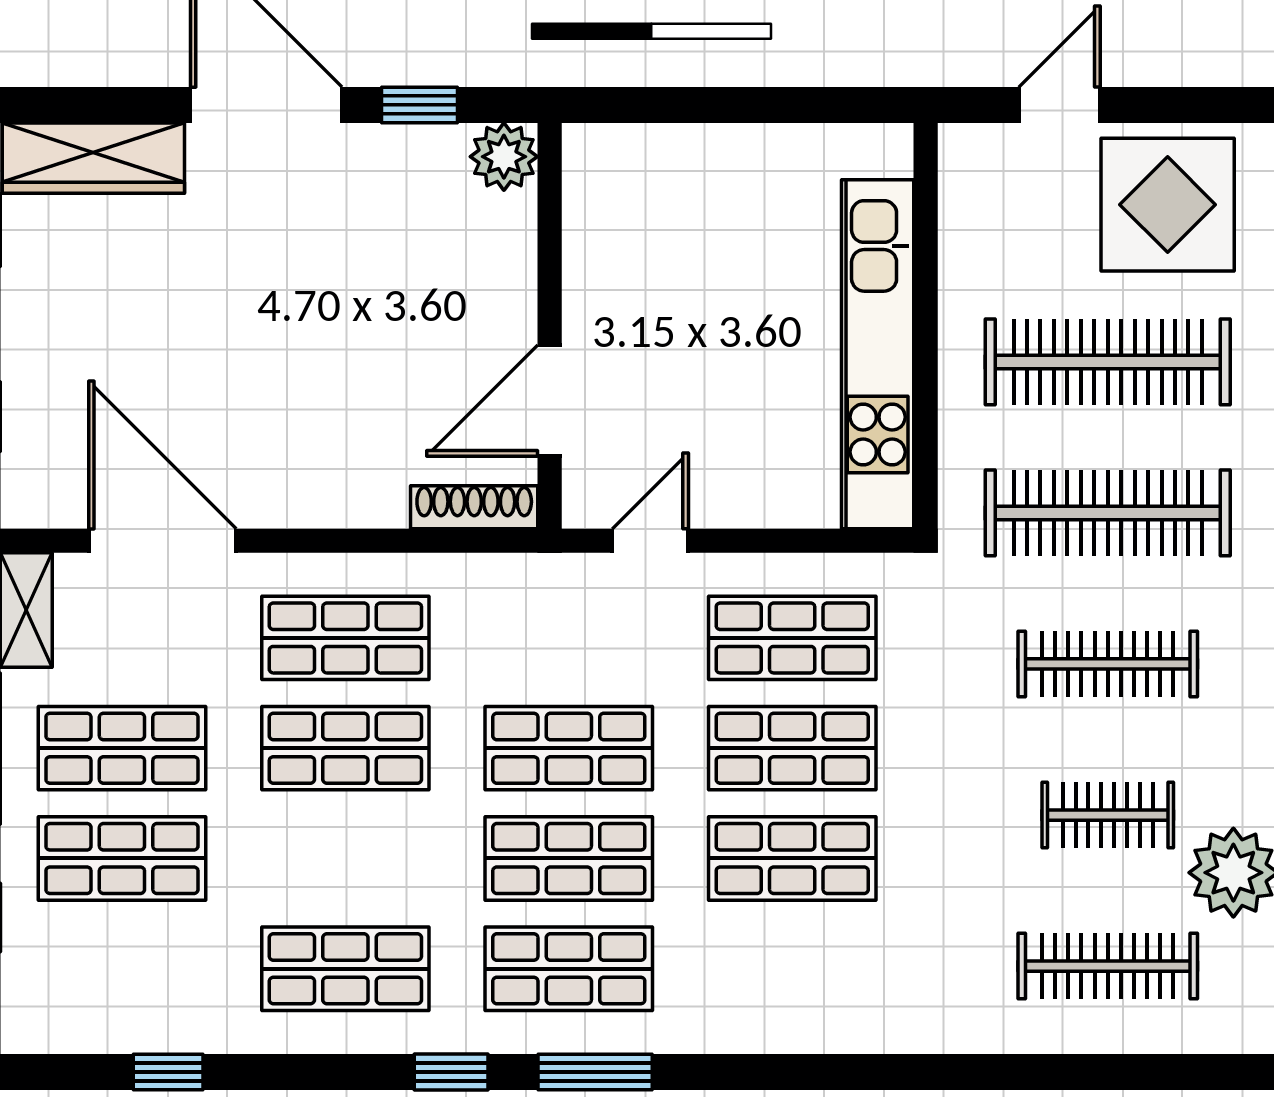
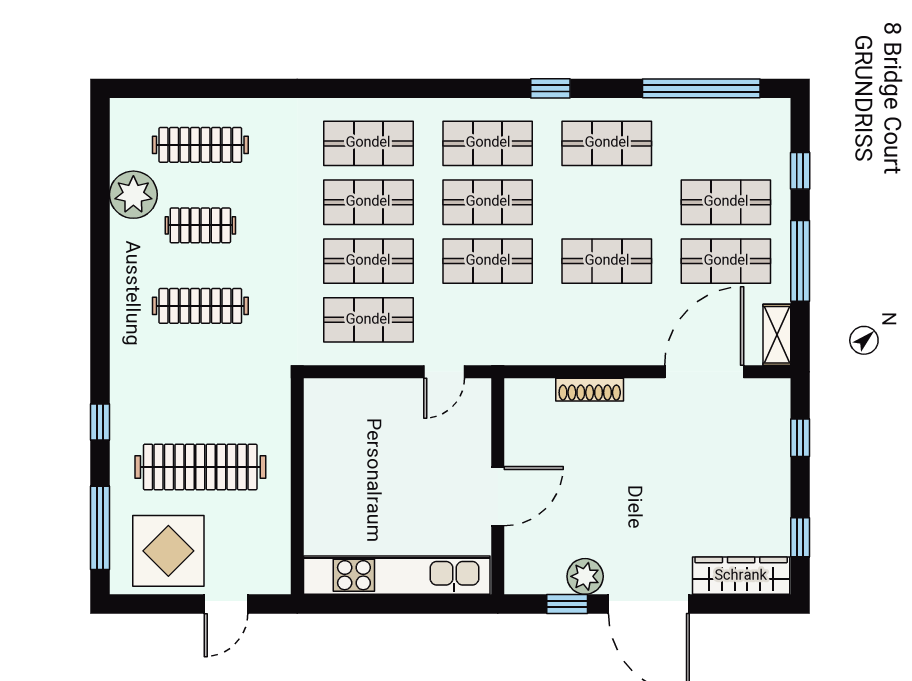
plant: (504, 157) -> (585, 576), moved
kitchen unit: (878, 354) -> (397, 575), moved, turned -90
door: (550, 401) -> (498, 496), moved
shoe rack: (474, 507) -> (590, 390), moved
clothes rail: (1108, 513) -> (200, 386), removed
door: (163, 541) -> (704, 372), swing flipped
shop shelf: (345, 638) -> (368, 143), moved
window: (168, 1072) -> (701, 88), width x3.17
window: (595, 1072) -> (474, 88), removed

